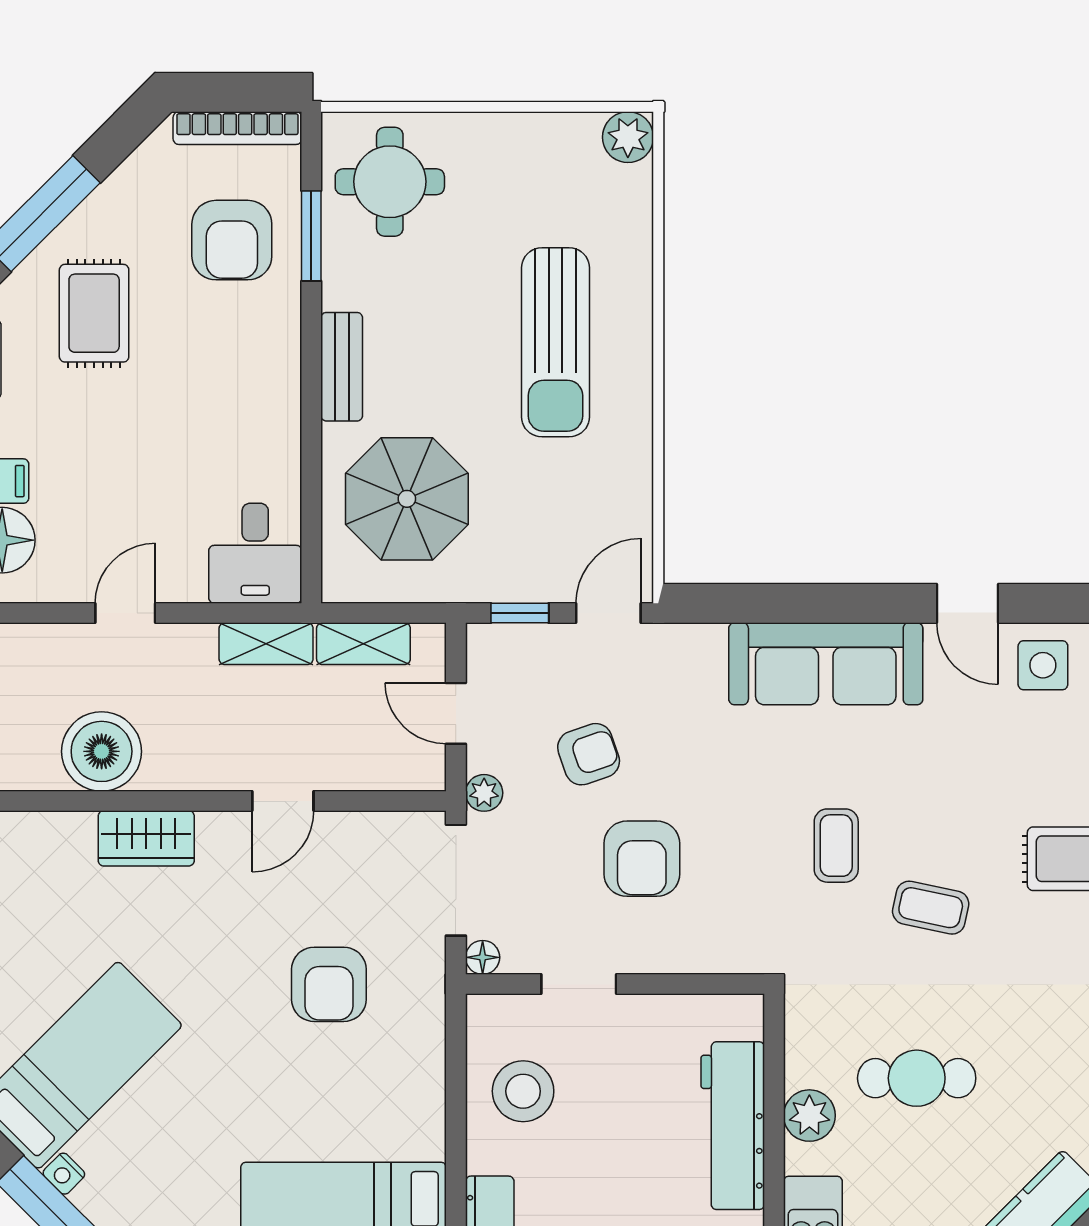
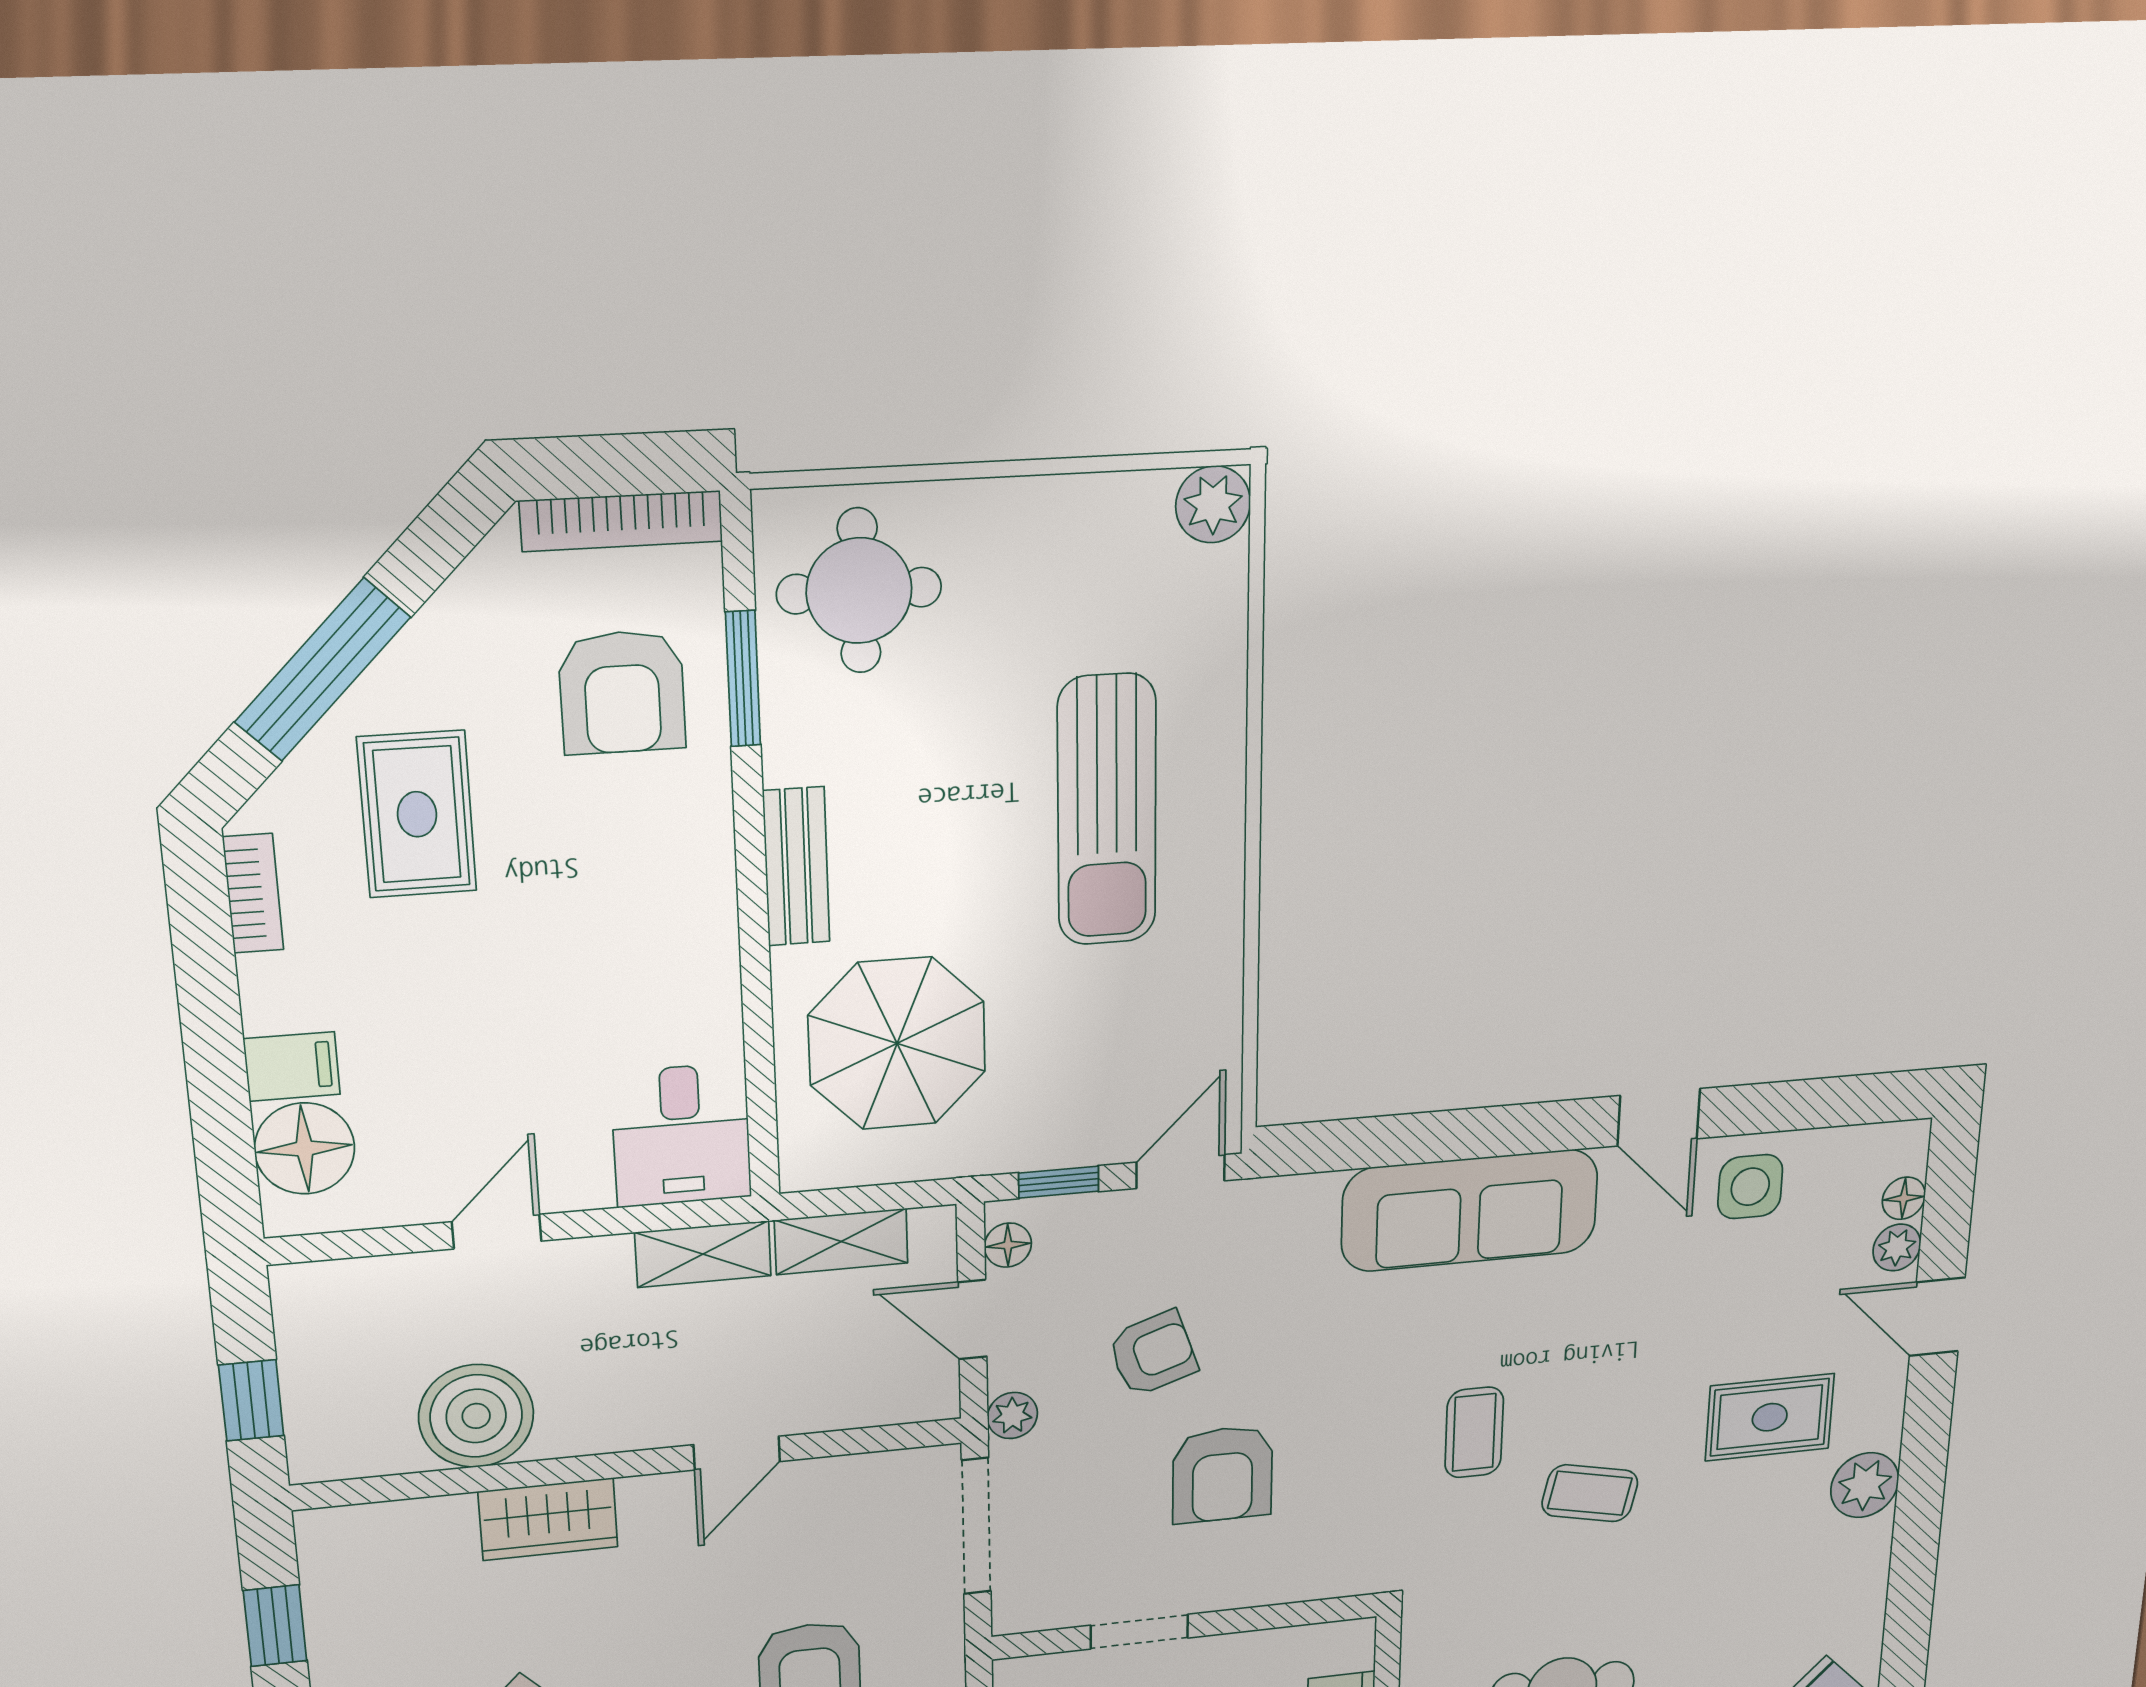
floor lamp: (483, 957) -> (1008, 1245), moved

